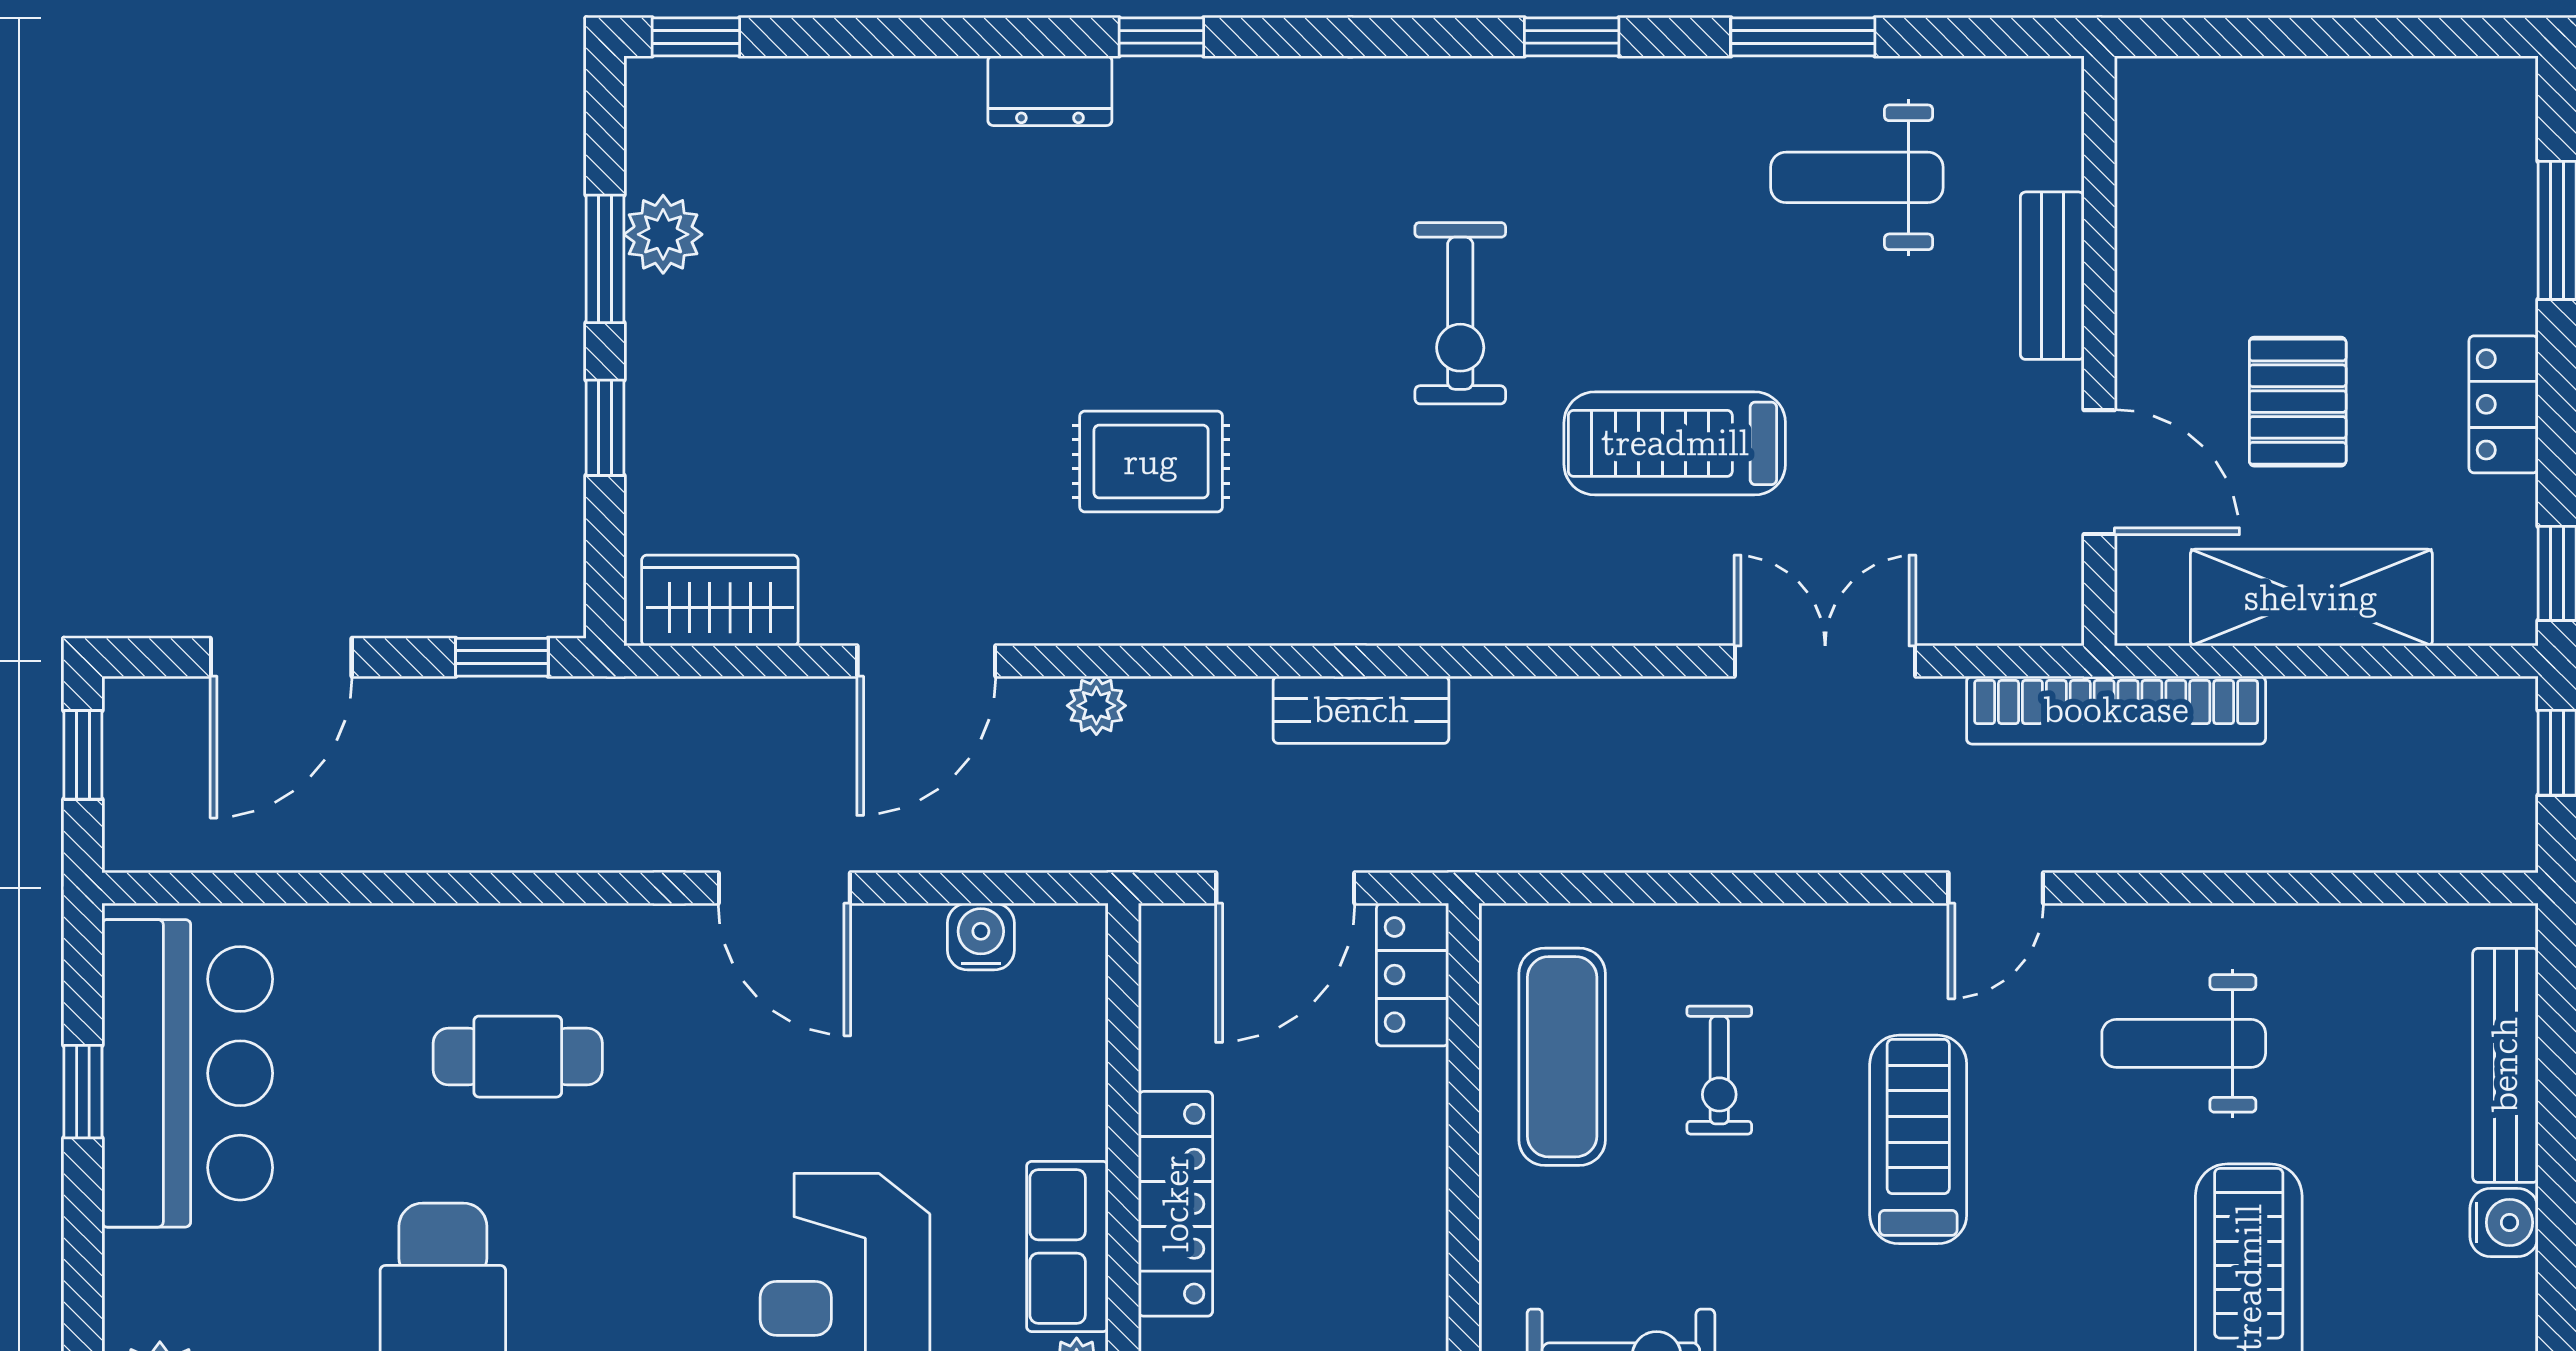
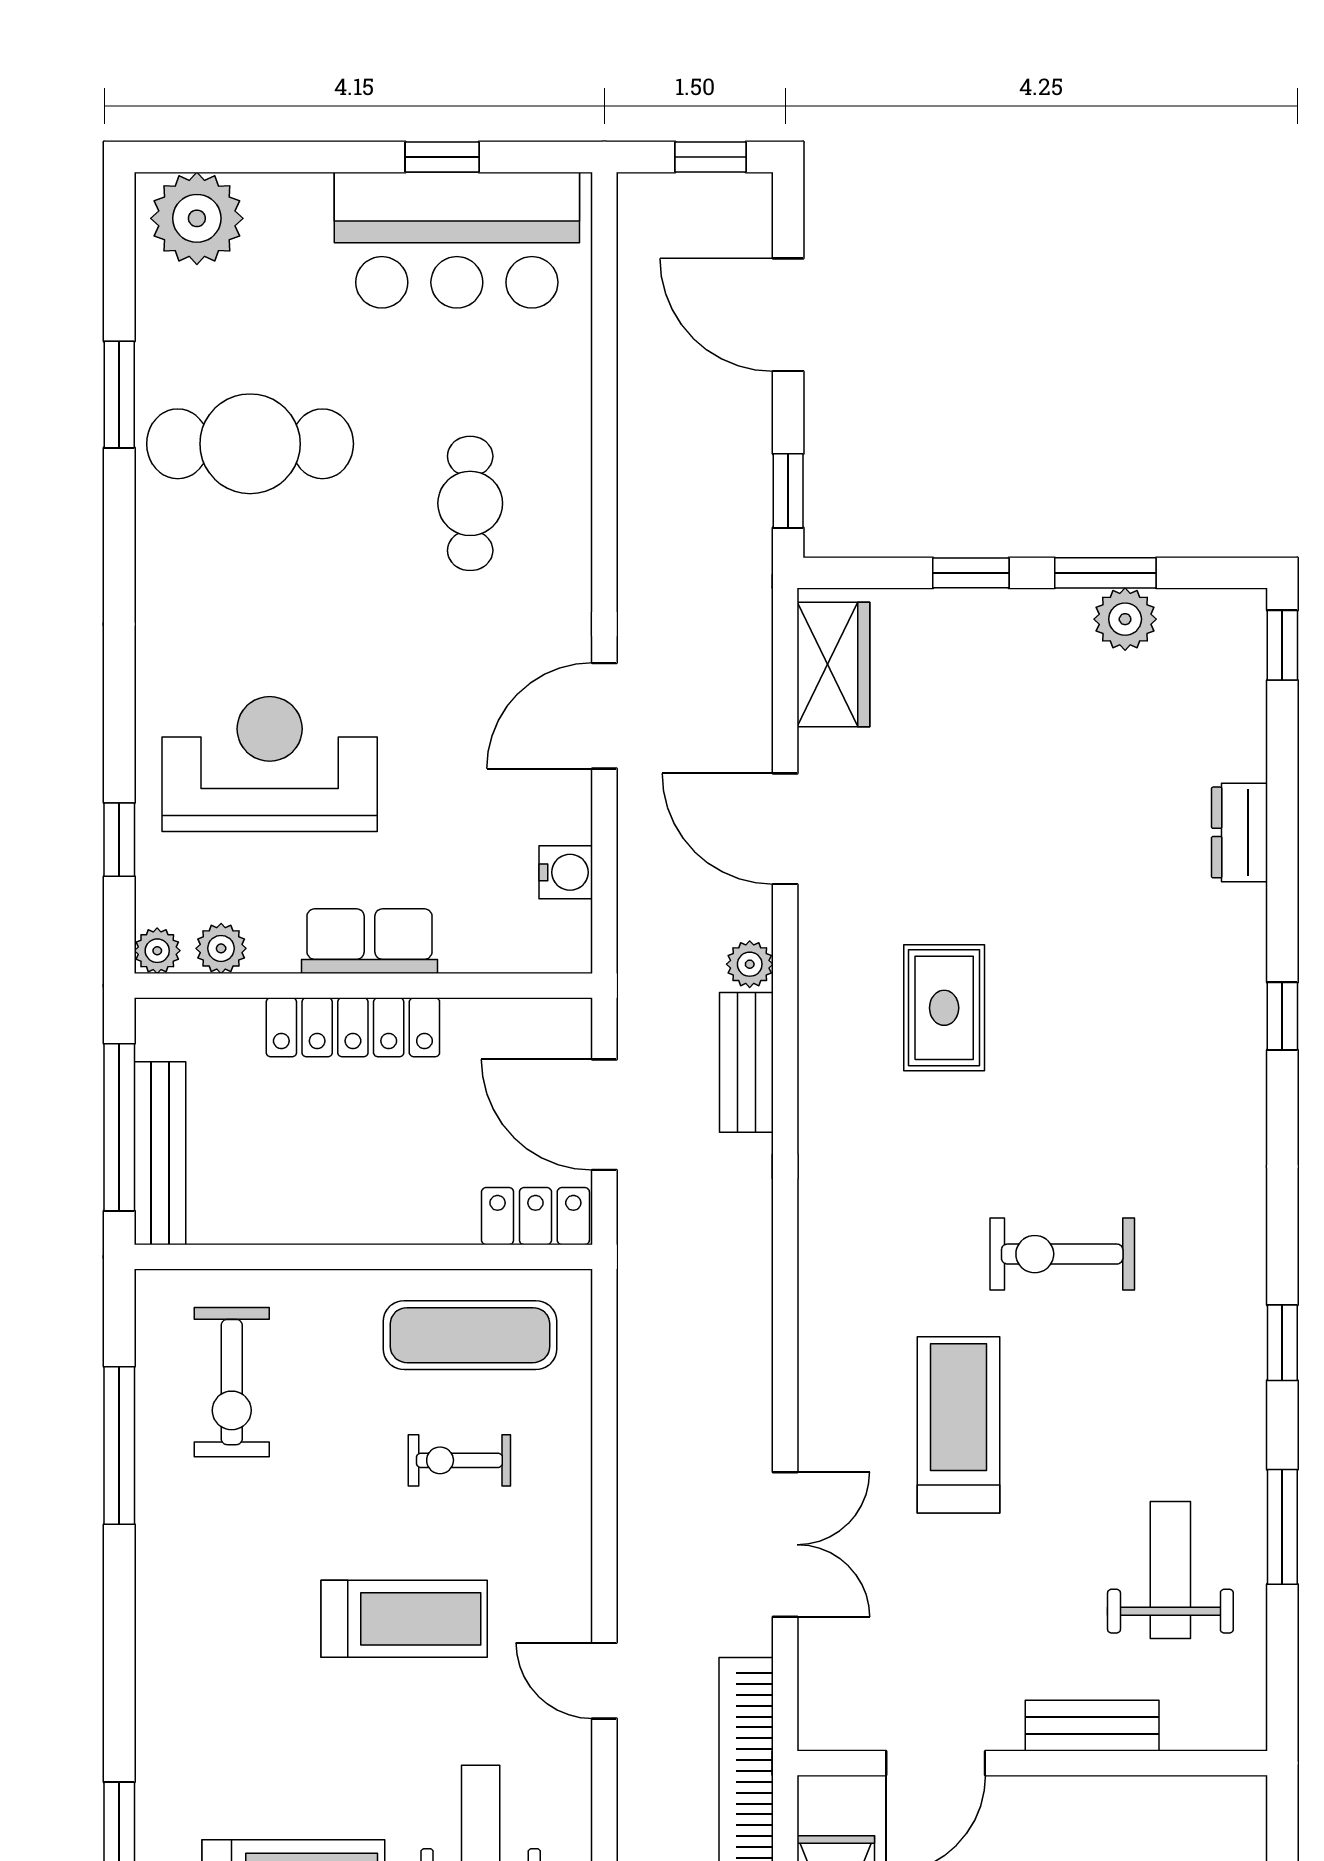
dresser: (1050, 91) -> (1239, 832), moved
bench: (1361, 710) -> (746, 1062), moved
row of seats: (1067, 1246) -> (370, 941), moved

